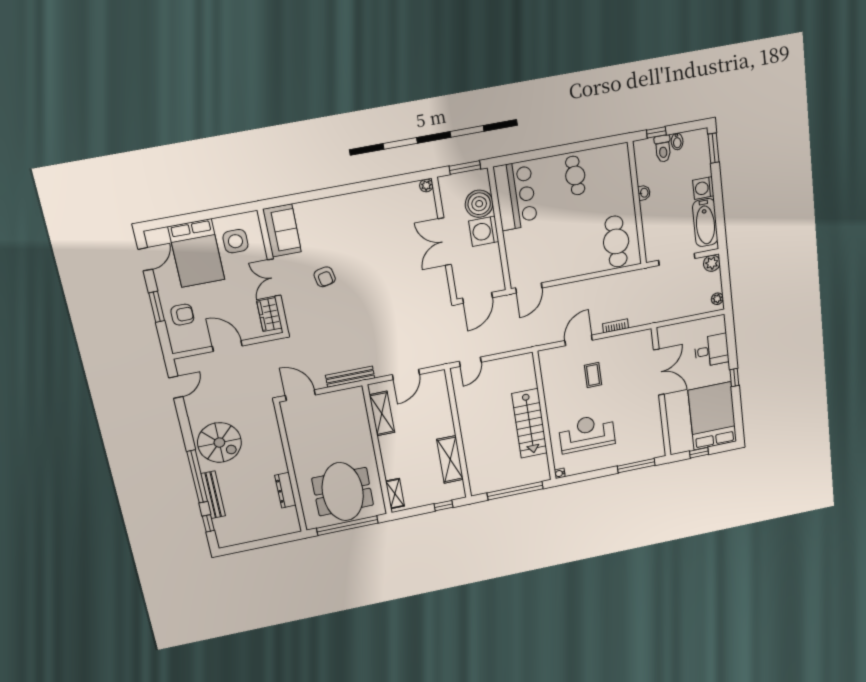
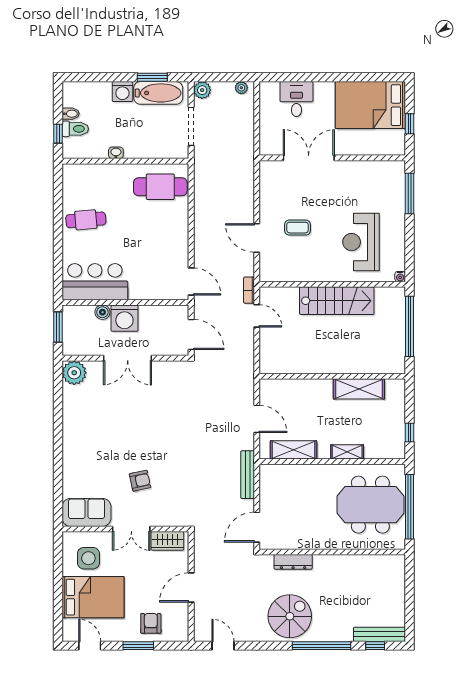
window: (713, 148) -> (152, 77), moved
plant: (426, 185) -> (74, 373), width x1.87, depth x1.87
boiler: (479, 204) -> (102, 312), width x0.54, depth x0.54
bookcase: (615, 326) -> (249, 290), moved
door: (470, 362) -> (257, 316), moved
window: (734, 377) -> (332, 77), removed
dresser: (285, 490) -> (293, 562), moved
shelving: (395, 494) -> (347, 452), moved
bench: (213, 495) -> (380, 634), moved
window: (444, 506) -> (410, 432), moved

